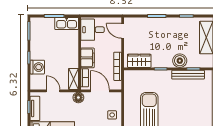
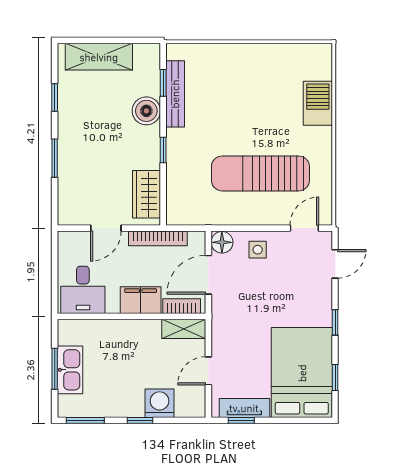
kitchen sink: (67, 23) -> (70, 370), moved
door: (123, 31) -> (106, 228), moved
floor lamp: (78, 98) -> (222, 242), moved

